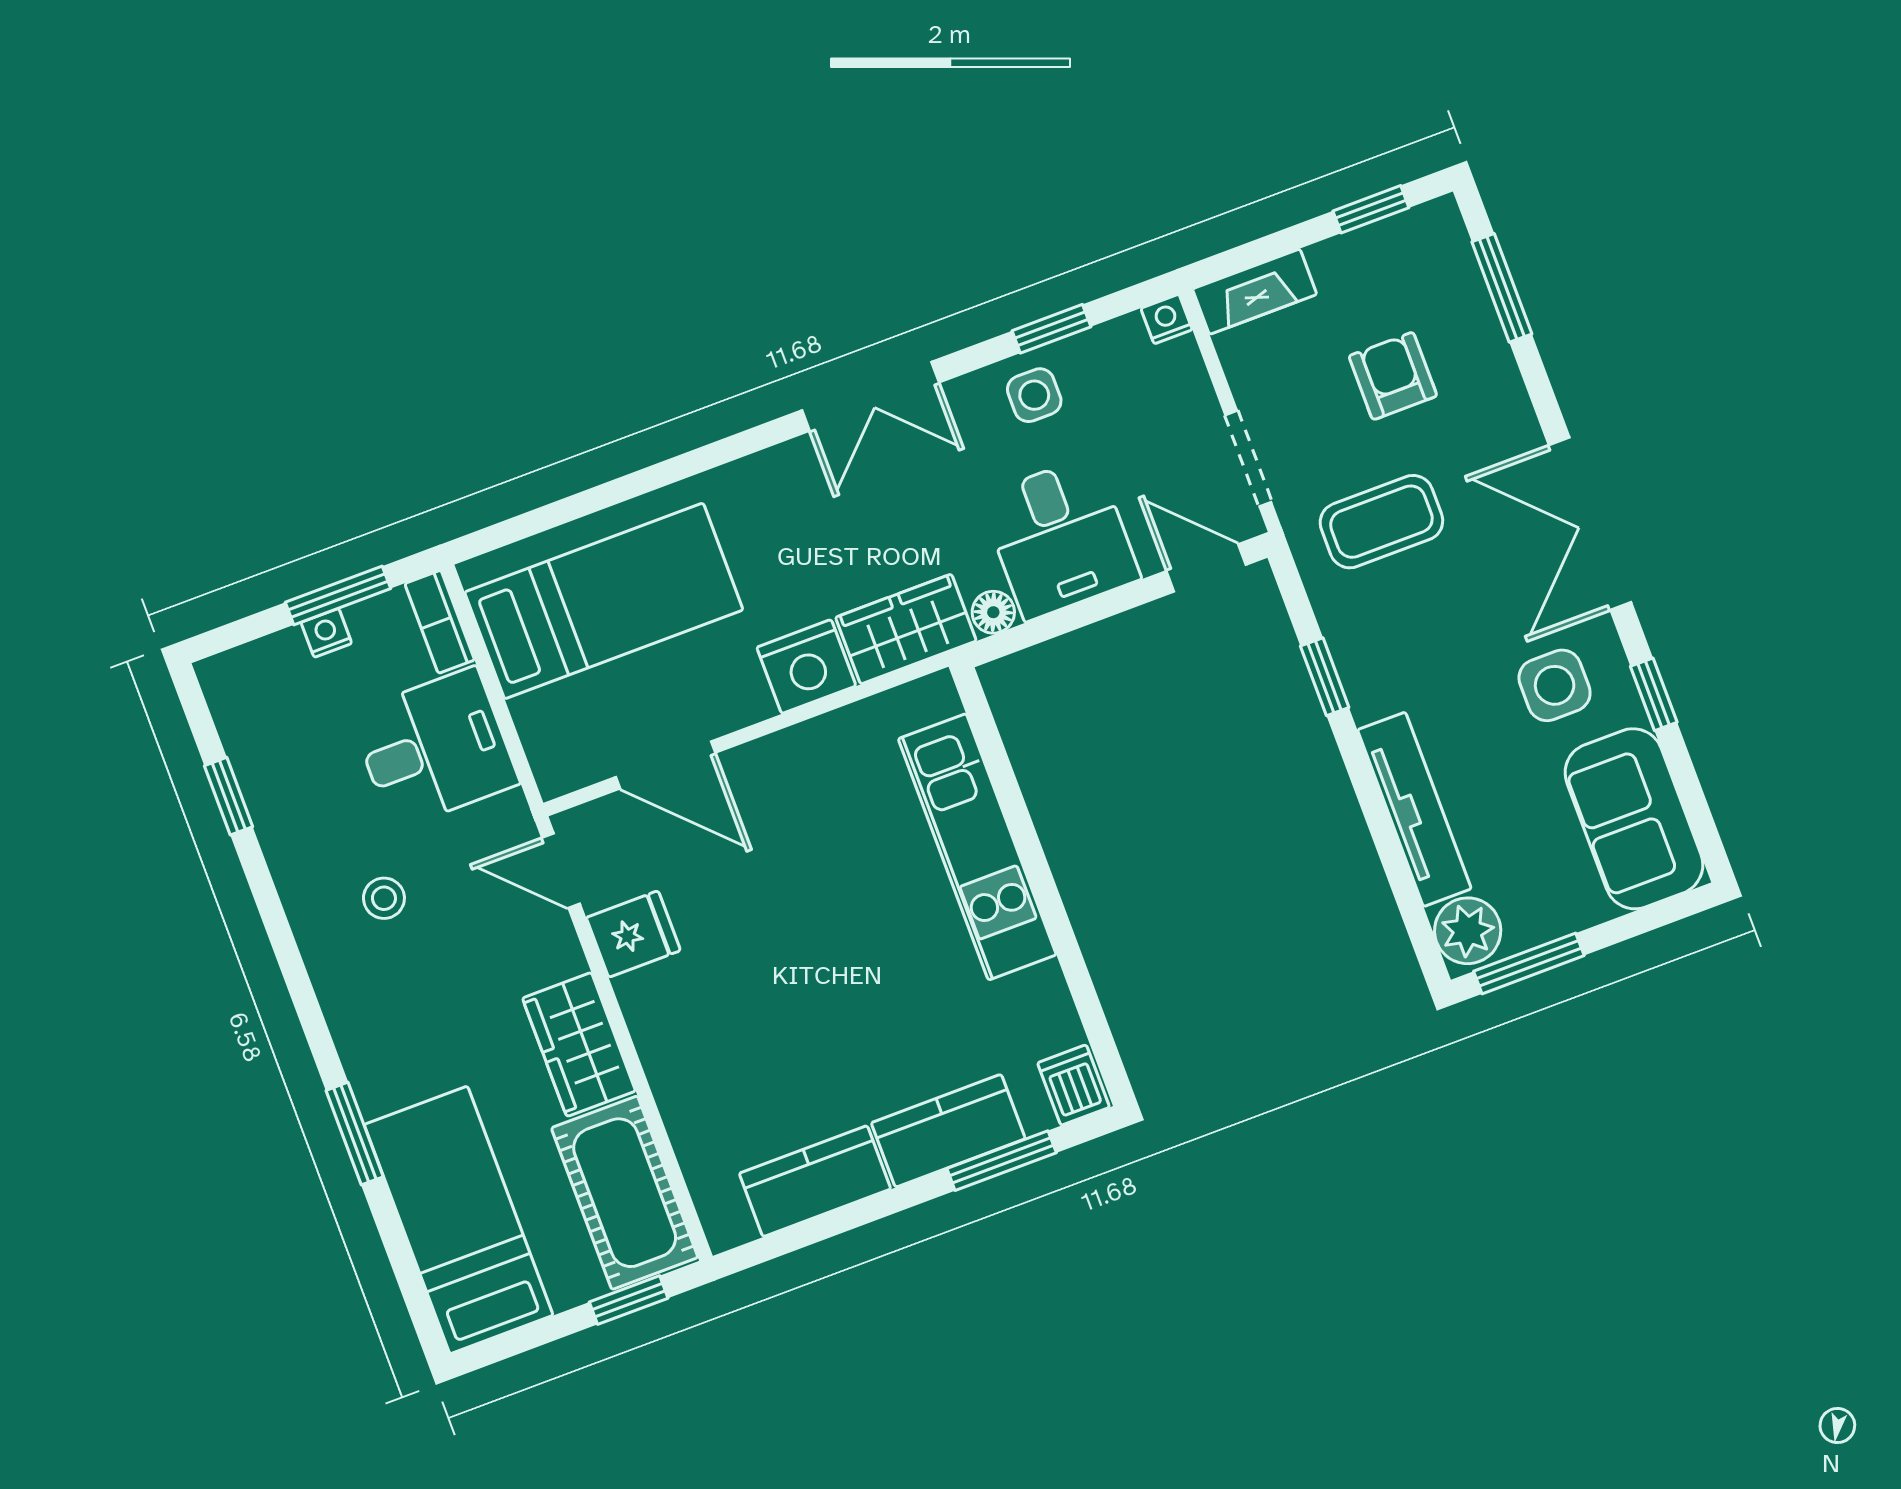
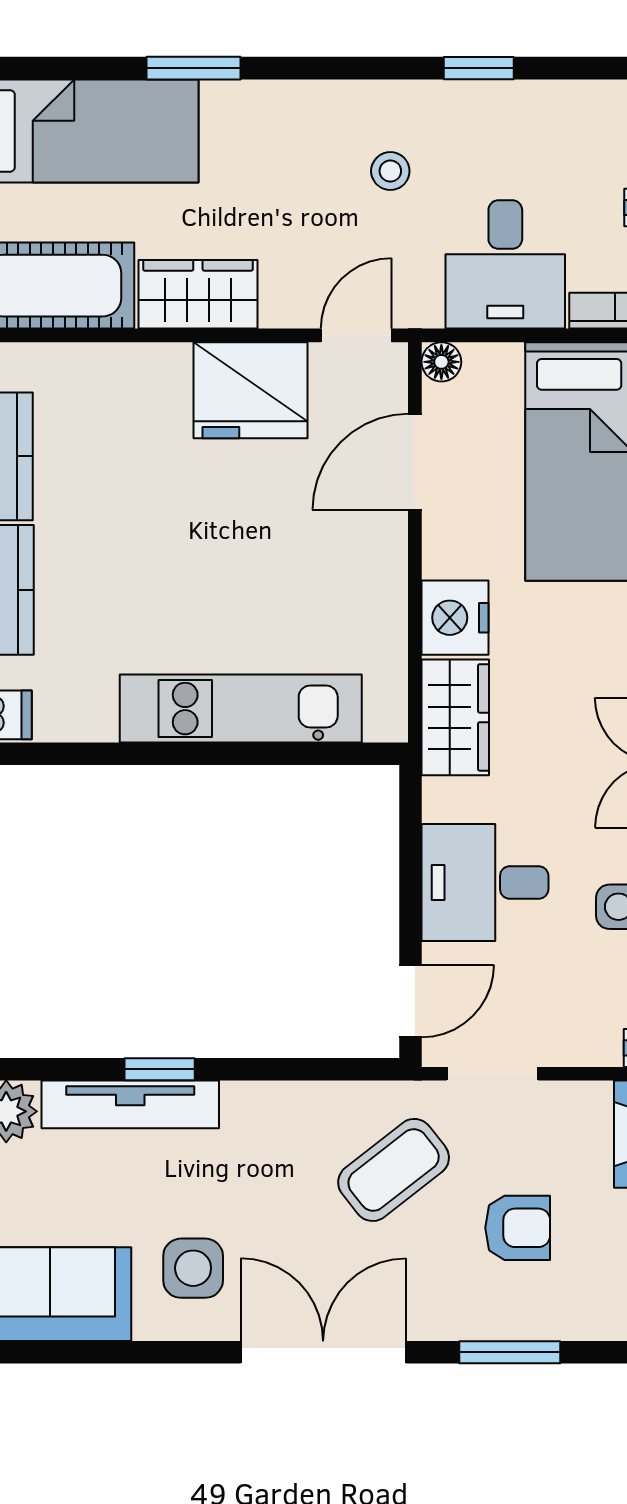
window: (1502, 288) -> (510, 1352), moved
coffee table: (1381, 522) -> (394, 1170), turned 52
floor lamp: (993, 612) -> (441, 362), moved
window: (1325, 677) -> (160, 1069), moved
window: (1654, 694) -> (153, 1352), removed
window: (229, 796) -> (479, 68), moved
fridge: (633, 934) -> (250, 390), width x1.88, depth x1.34

